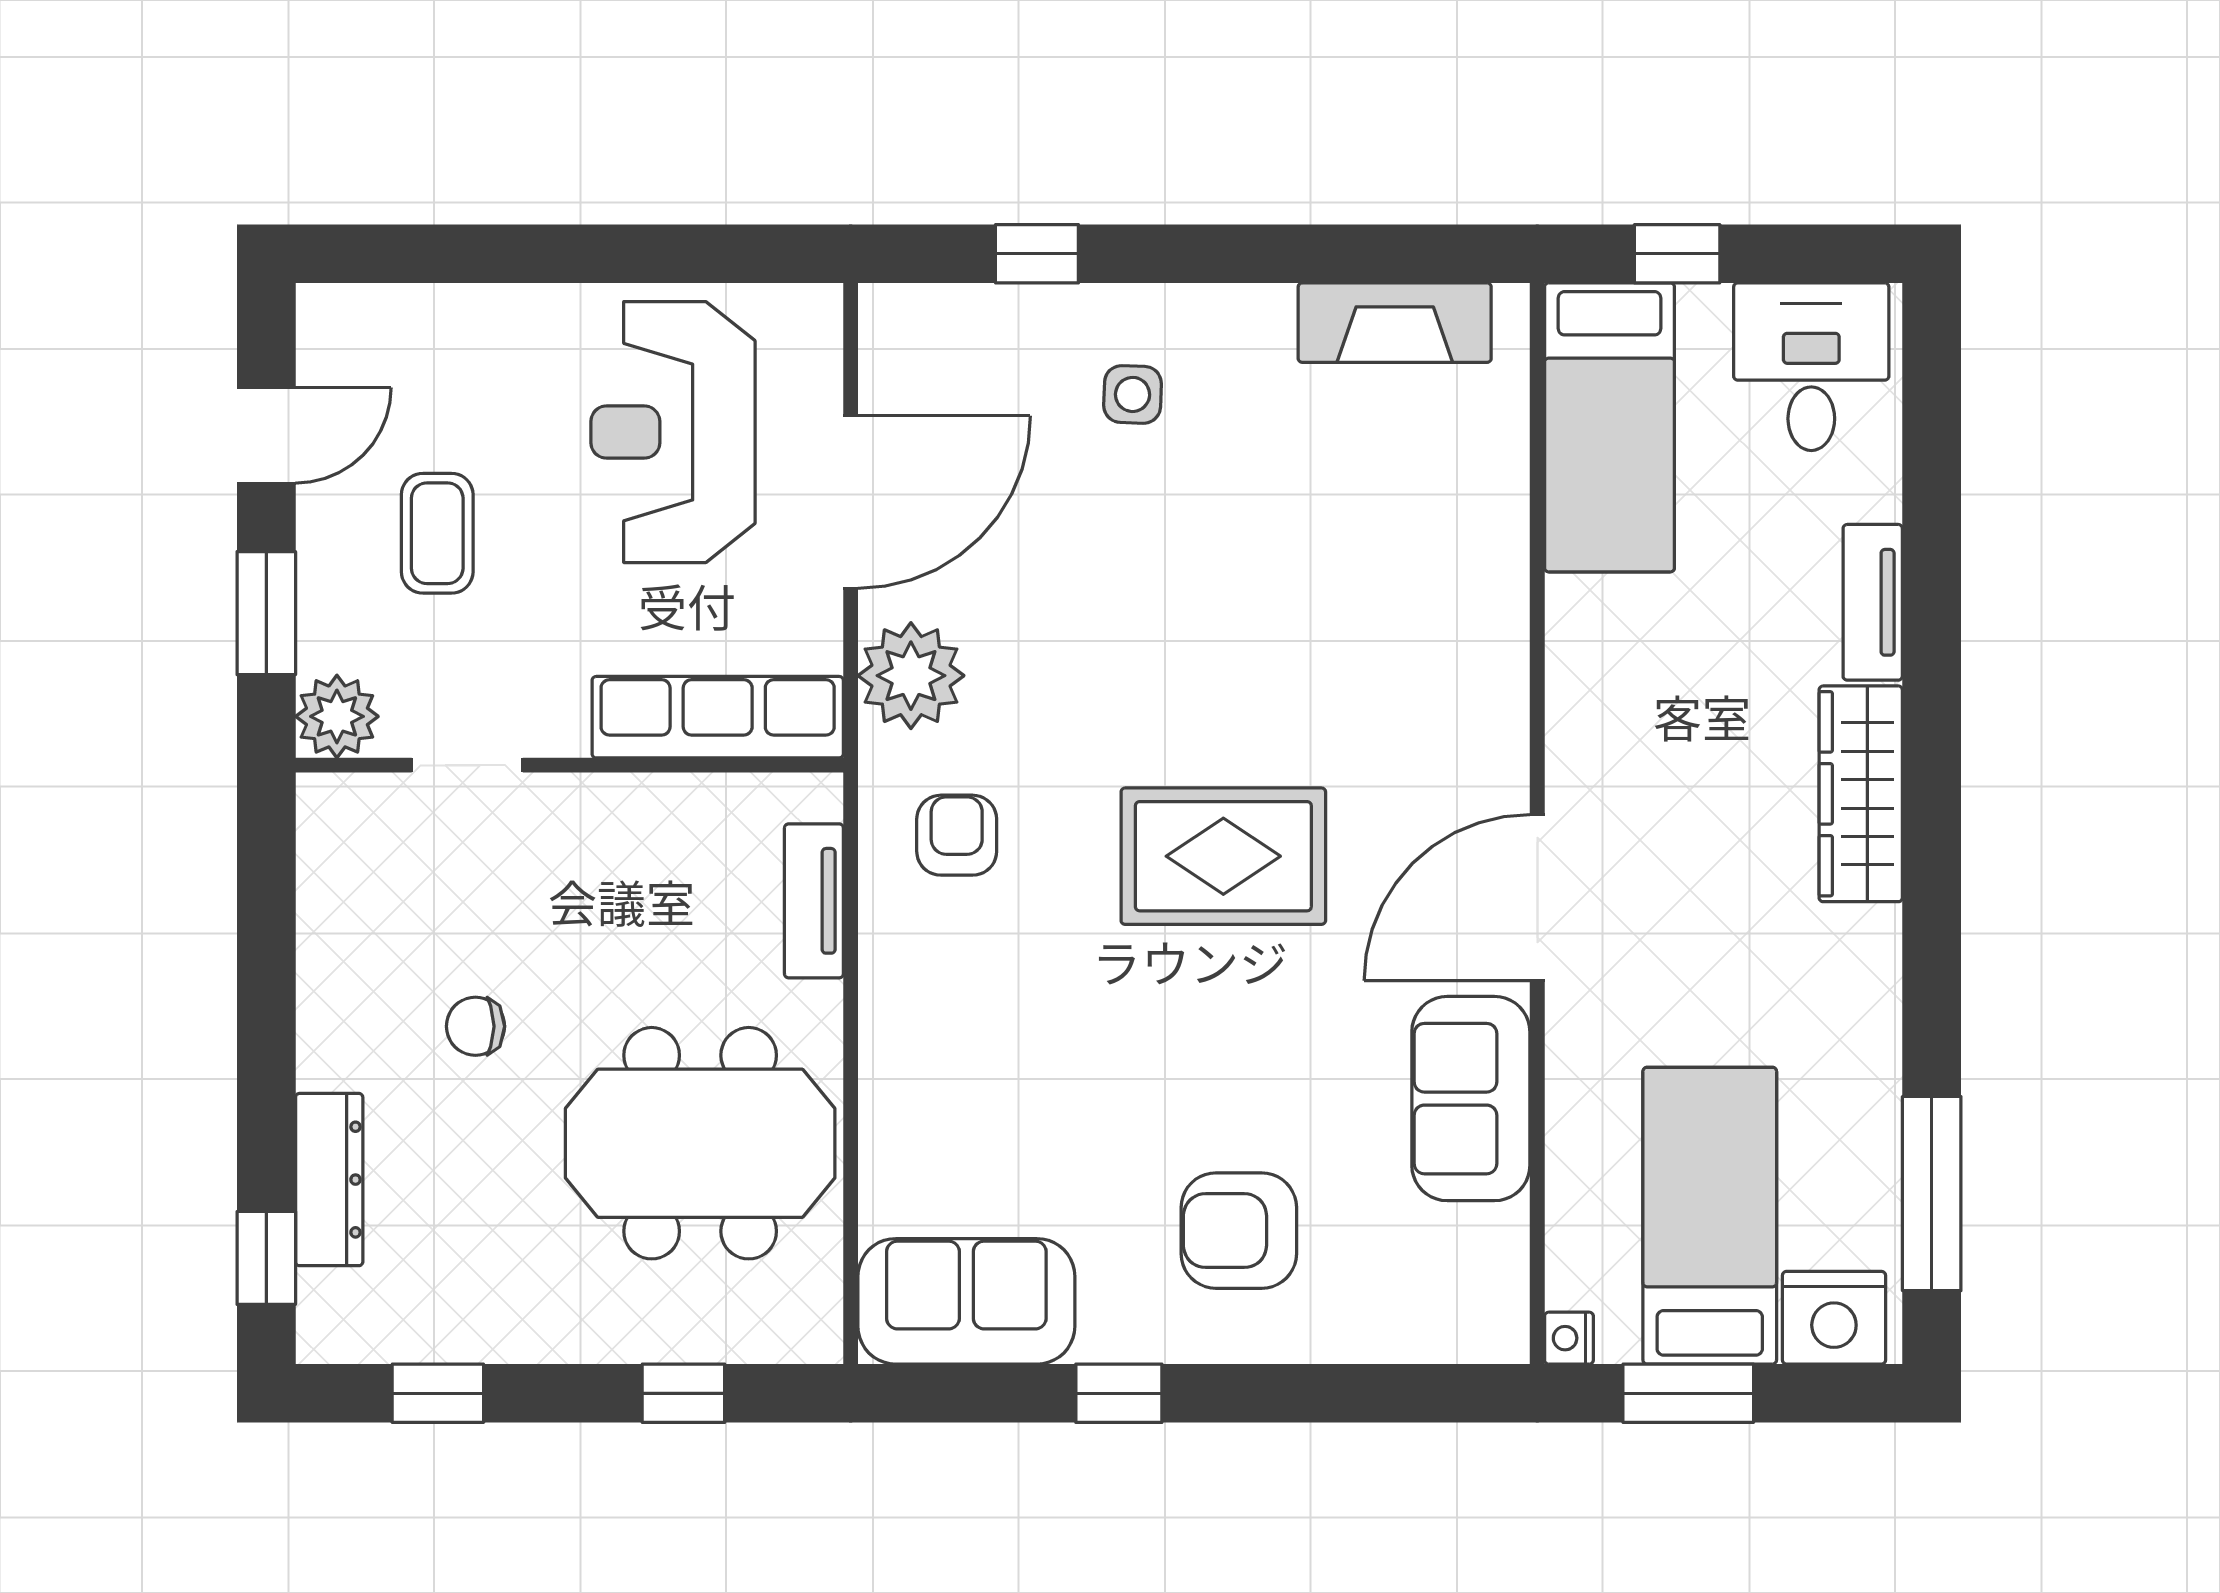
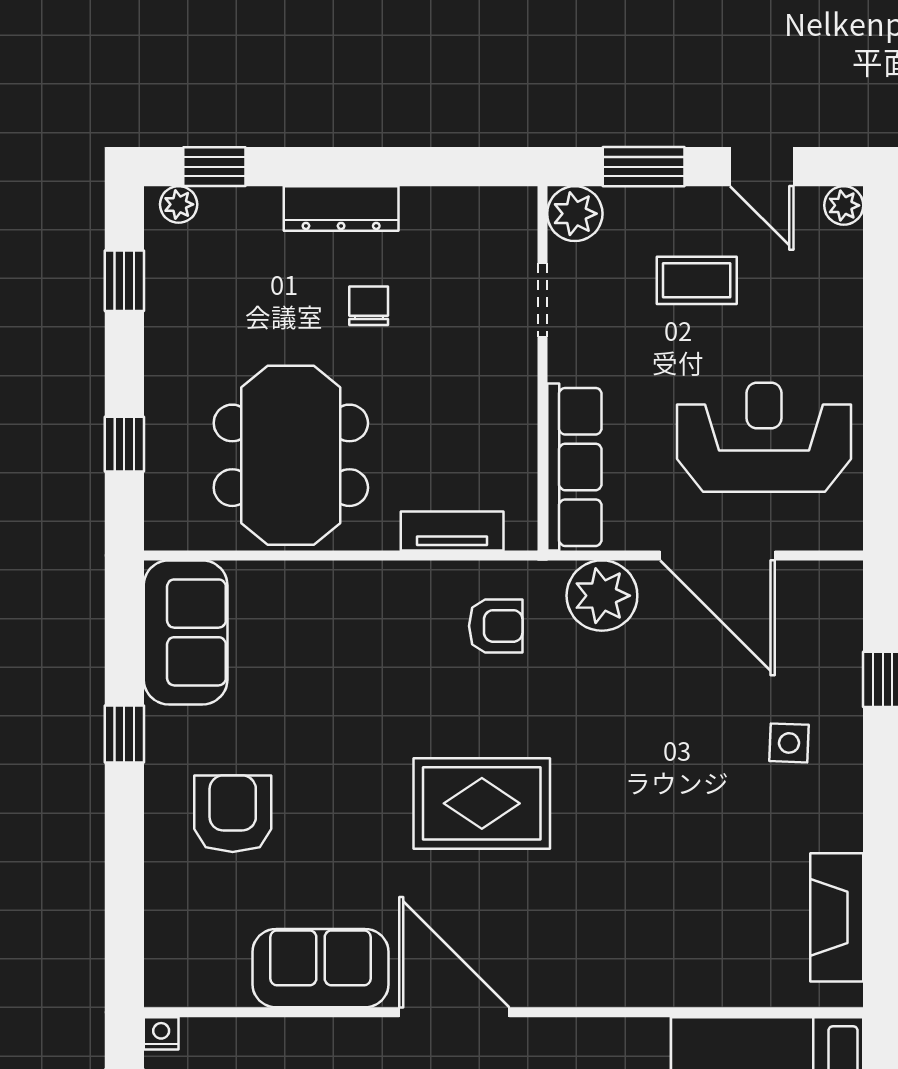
plant: (325, 312) -> (844, 205), added
rug: (1223, 856) -> (482, 803), turned 90
dresser: (329, 1180) -> (341, 208), moved
plant: (323, 1312) -> (179, 204), added

